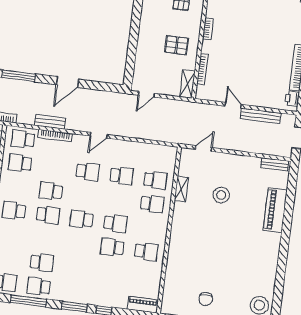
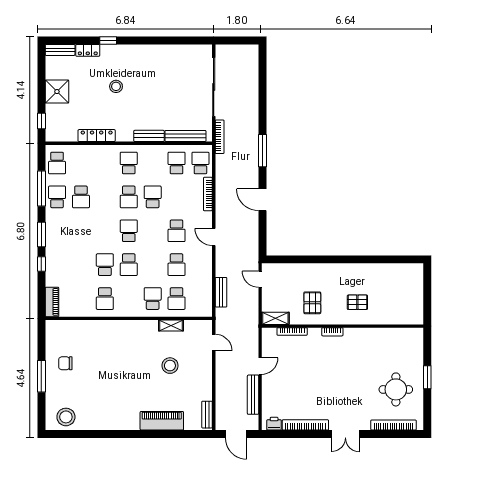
bench: (50, 122) -> (221, 292), moved
school desk: (152, 204) -> (153, 299), turned 180

